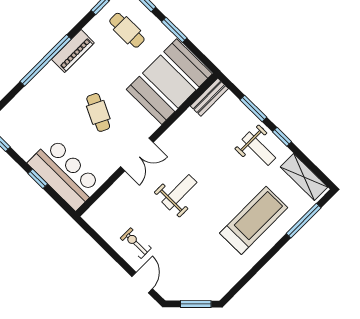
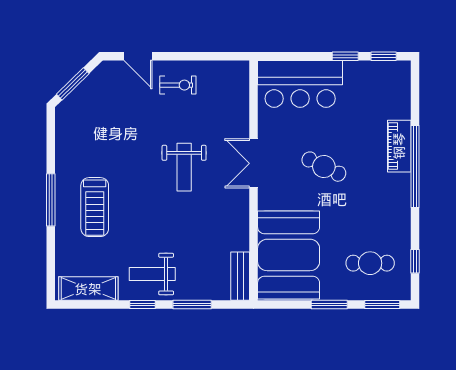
piano: (73, 51) -> (399, 146), moved
window: (38, 179) -> (345, 56), moved
treadmill: (254, 220) -> (95, 207), width x0.73, depth x0.73
window: (304, 221) -> (51, 200), moved

